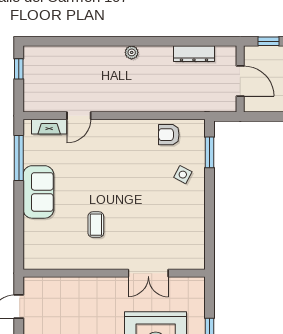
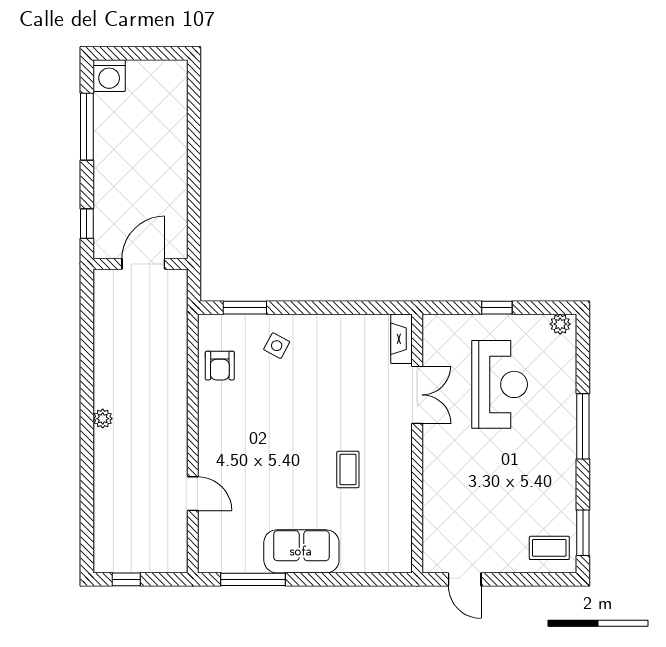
dresser: (194, 54) -> (104, 330), removed
fireplace: (49, 127) -> (401, 339), moved, turned 180
coffee table: (96, 225) -> (348, 470), turned 90

